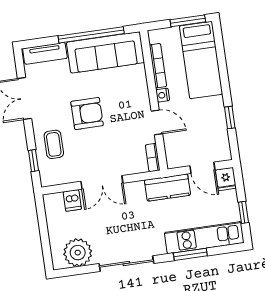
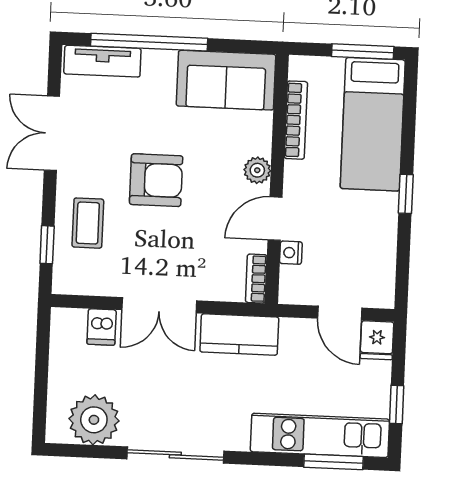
window: (91, 35) -> (149, 42), moved
sofa: (105, 52) -> (226, 80), width x0.73
nightstand: (163, 95) -> (291, 253), moved
plant: (142, 97) -> (257, 170), added
window: (230, 117) -> (406, 194), moved
door: (157, 122) -> (275, 219), swing flipped
kitchen counter: (167, 188) -> (239, 335), moved
window: (190, 254) -> (333, 462), moved

